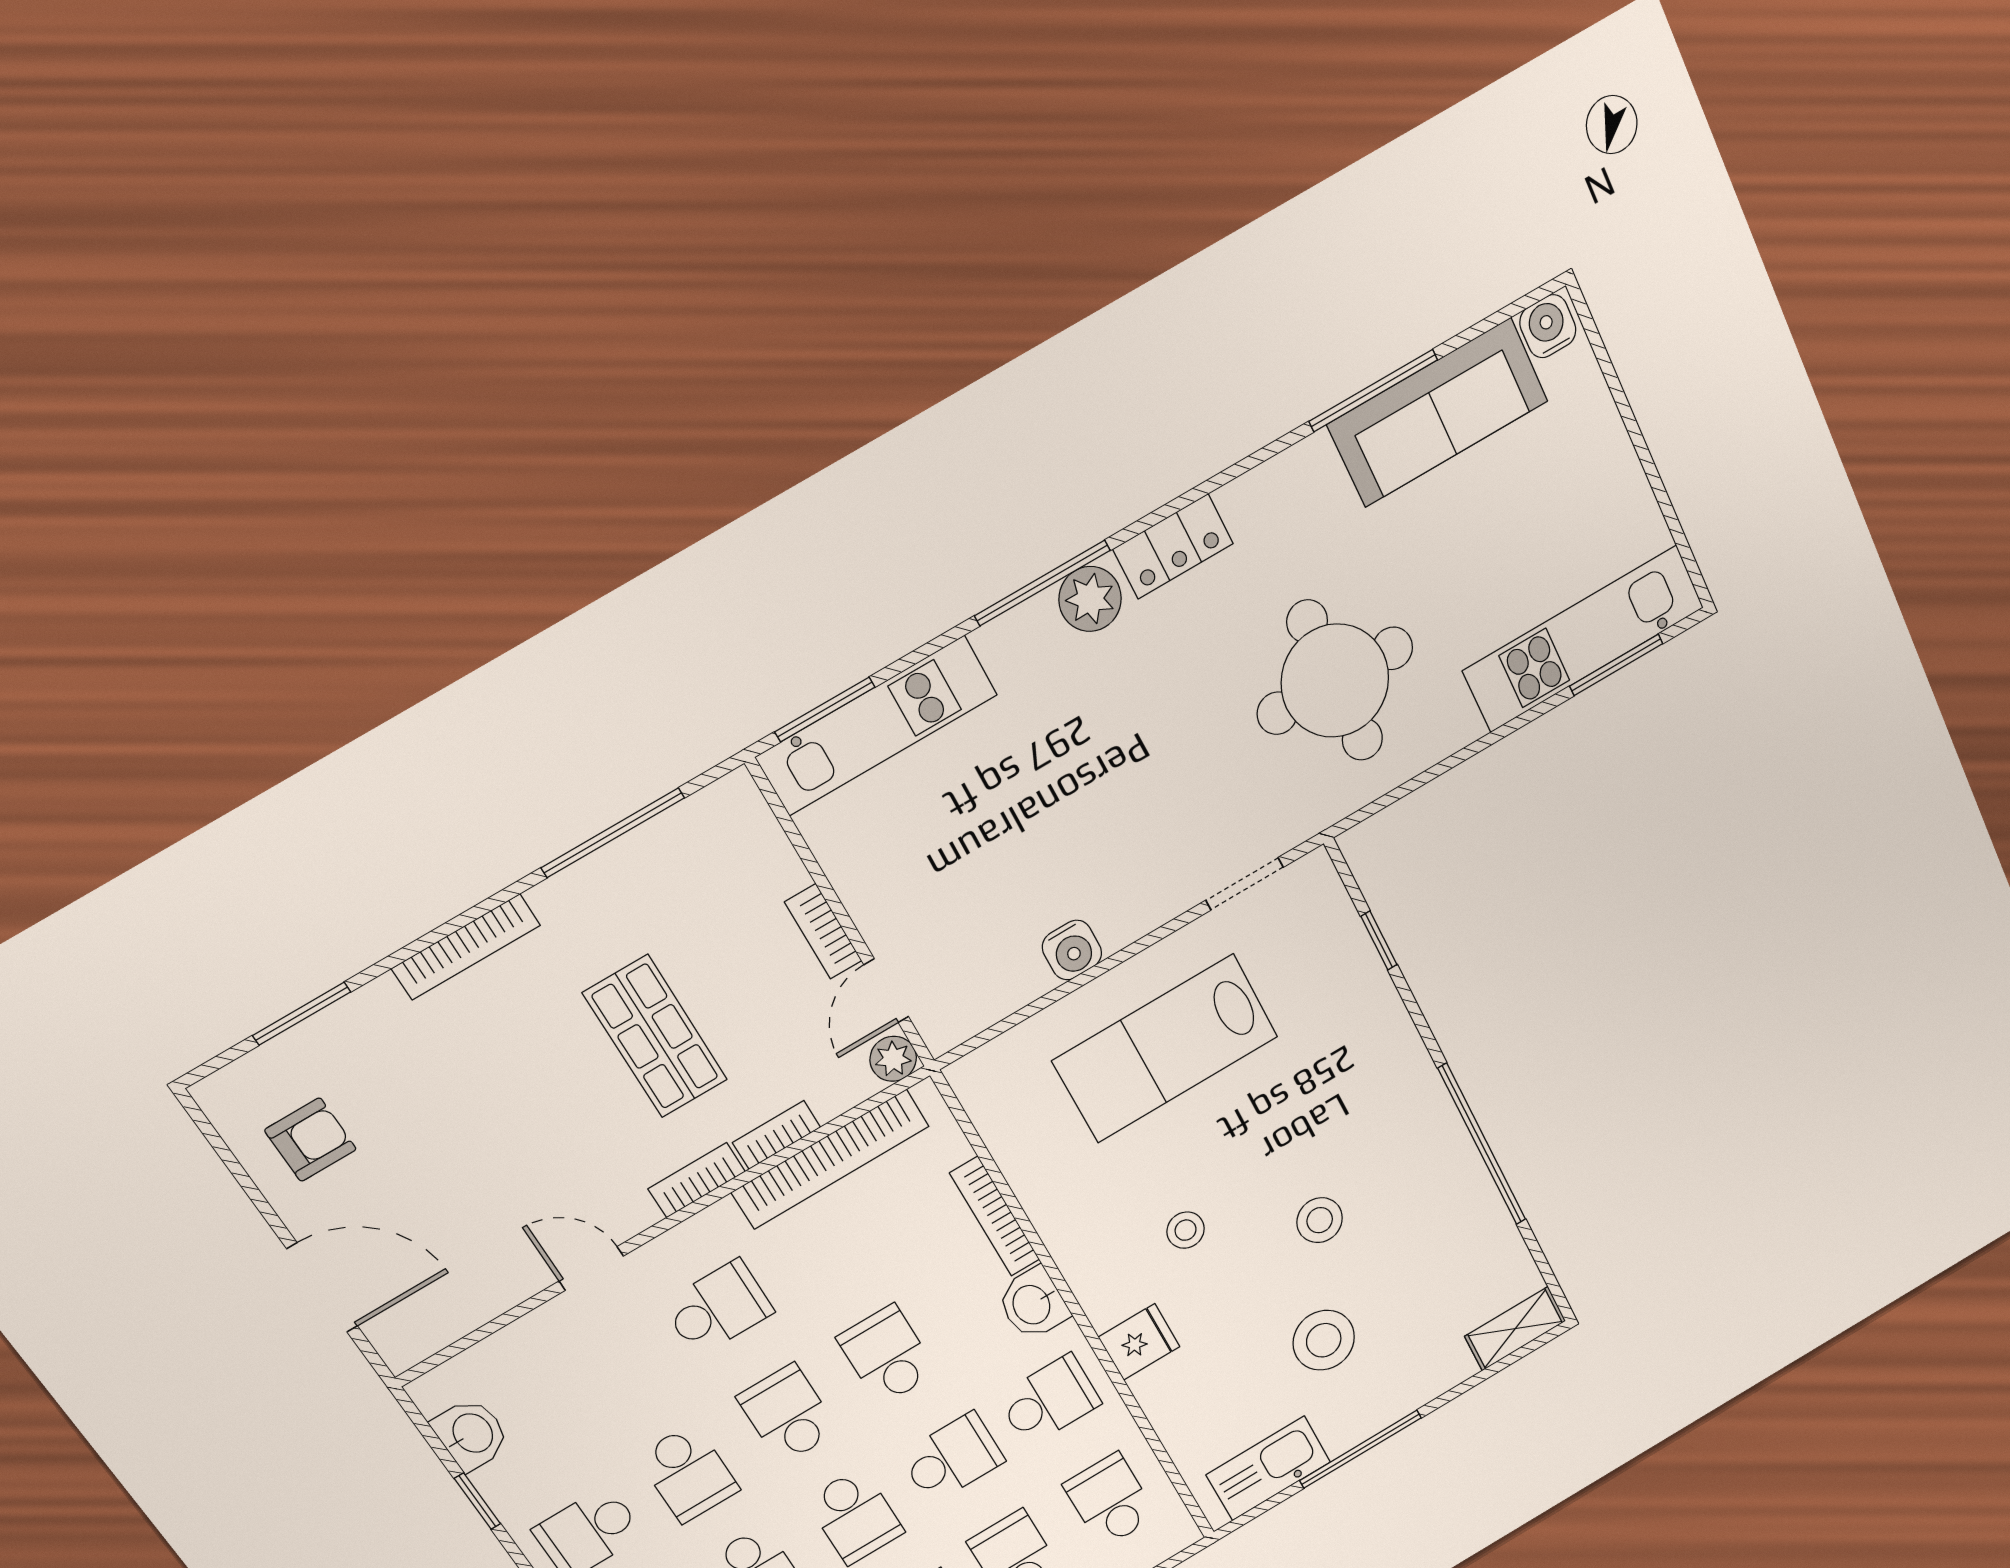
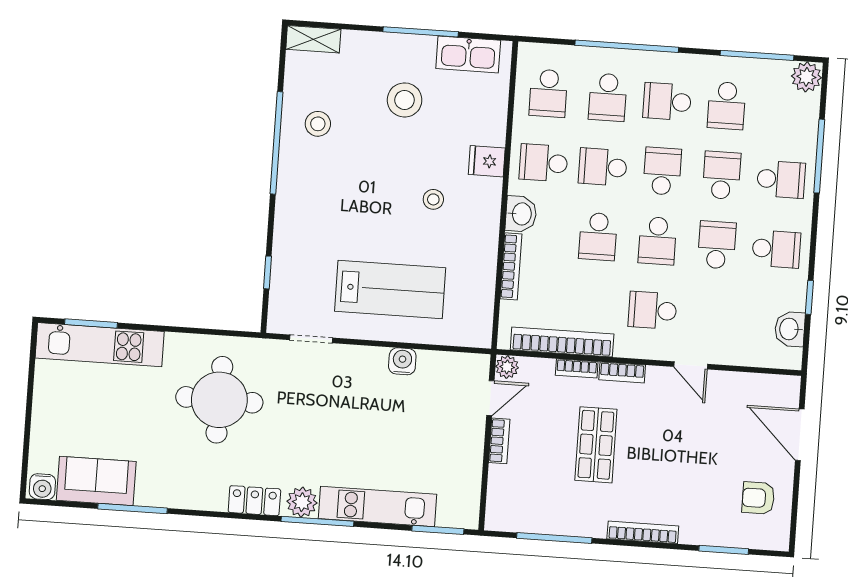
sofa: (1438, 413) -> (96, 481), width x0.73
kitchen unit: (877, 726) -> (378, 506), moved
stool: (1320, 1220) -> (318, 124), moved

